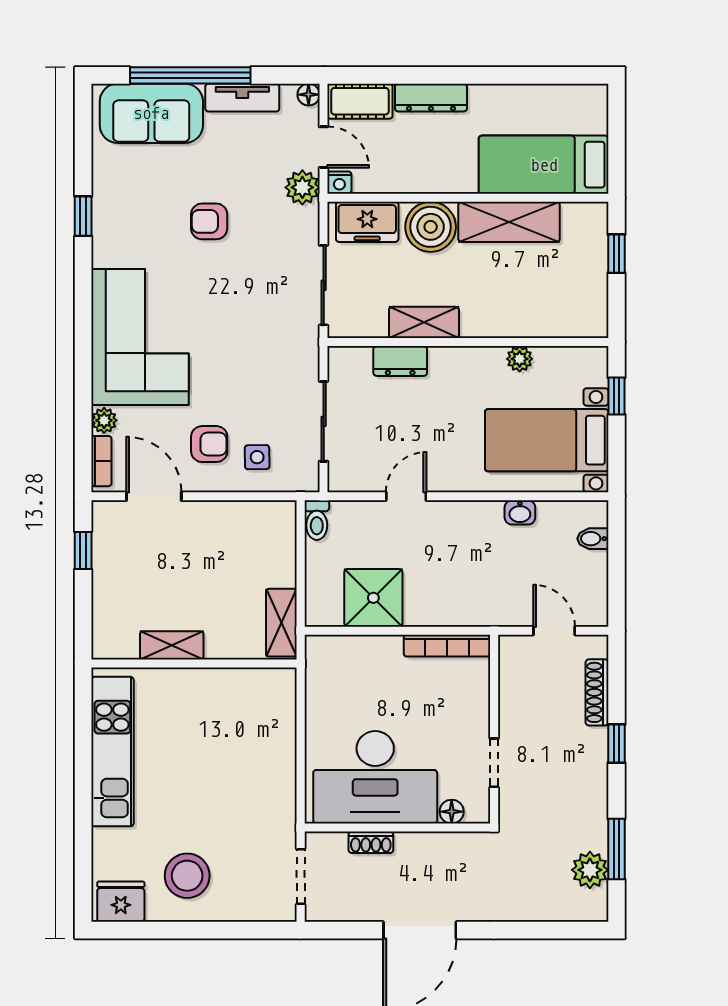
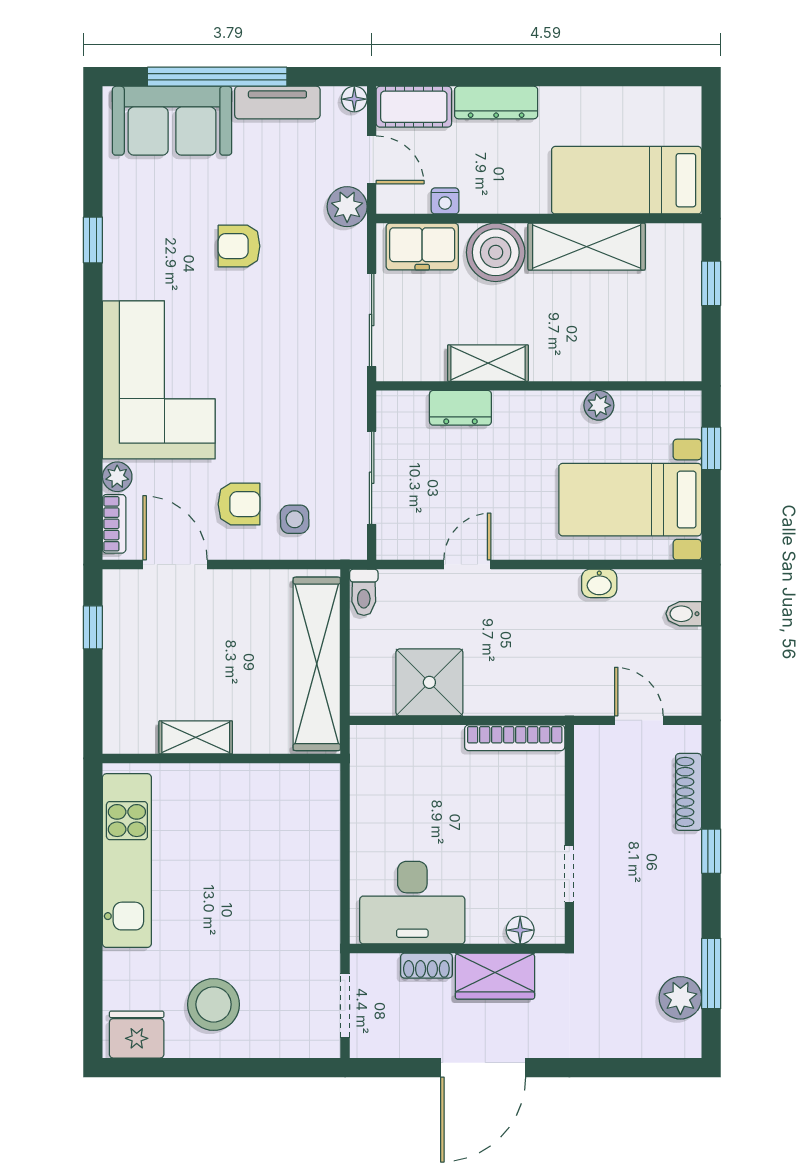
nightstand: (339, 183) -> (445, 201), moved
shelving: (281, 623) -> (317, 664), width x2.20, depth x1.33
desk: (375, 777) -> (412, 903), width x0.73, depth x0.77
wardrobe: (430, 851) -> (495, 976), added

